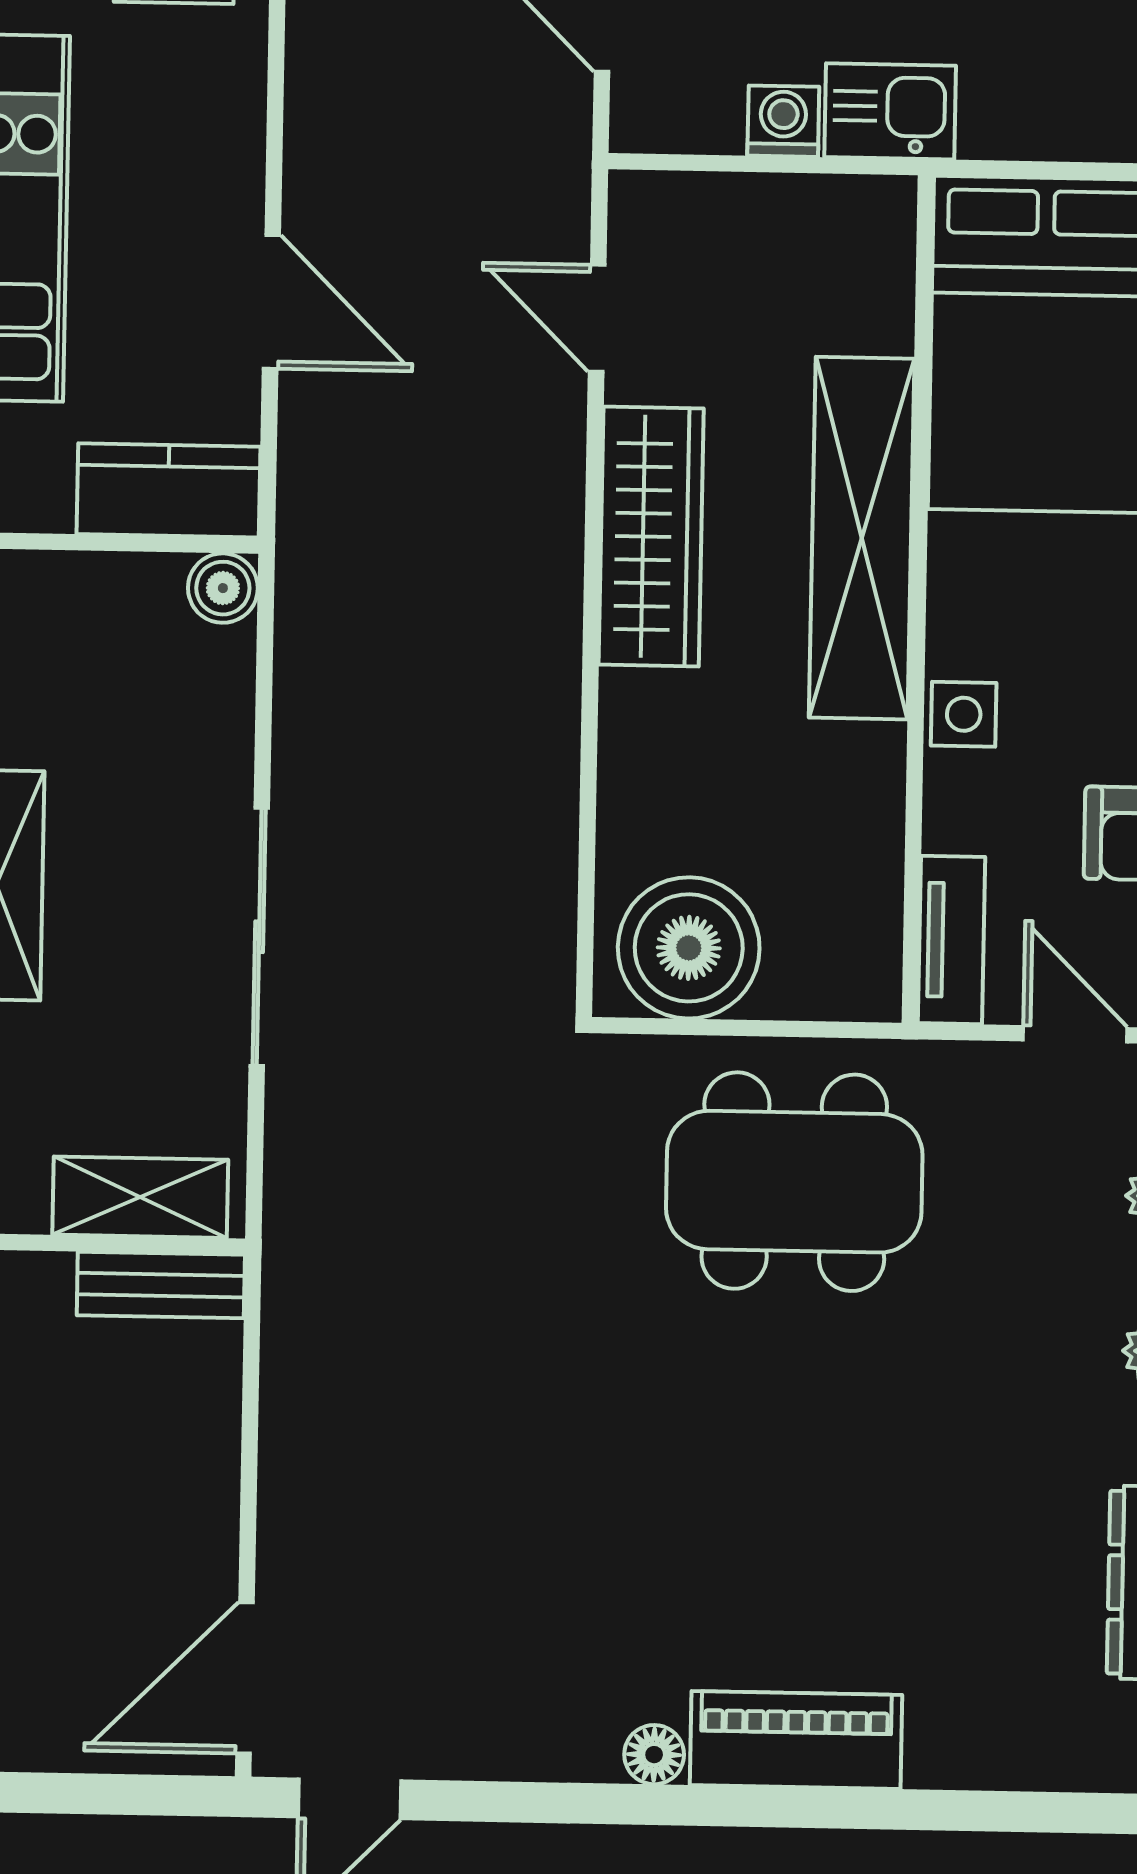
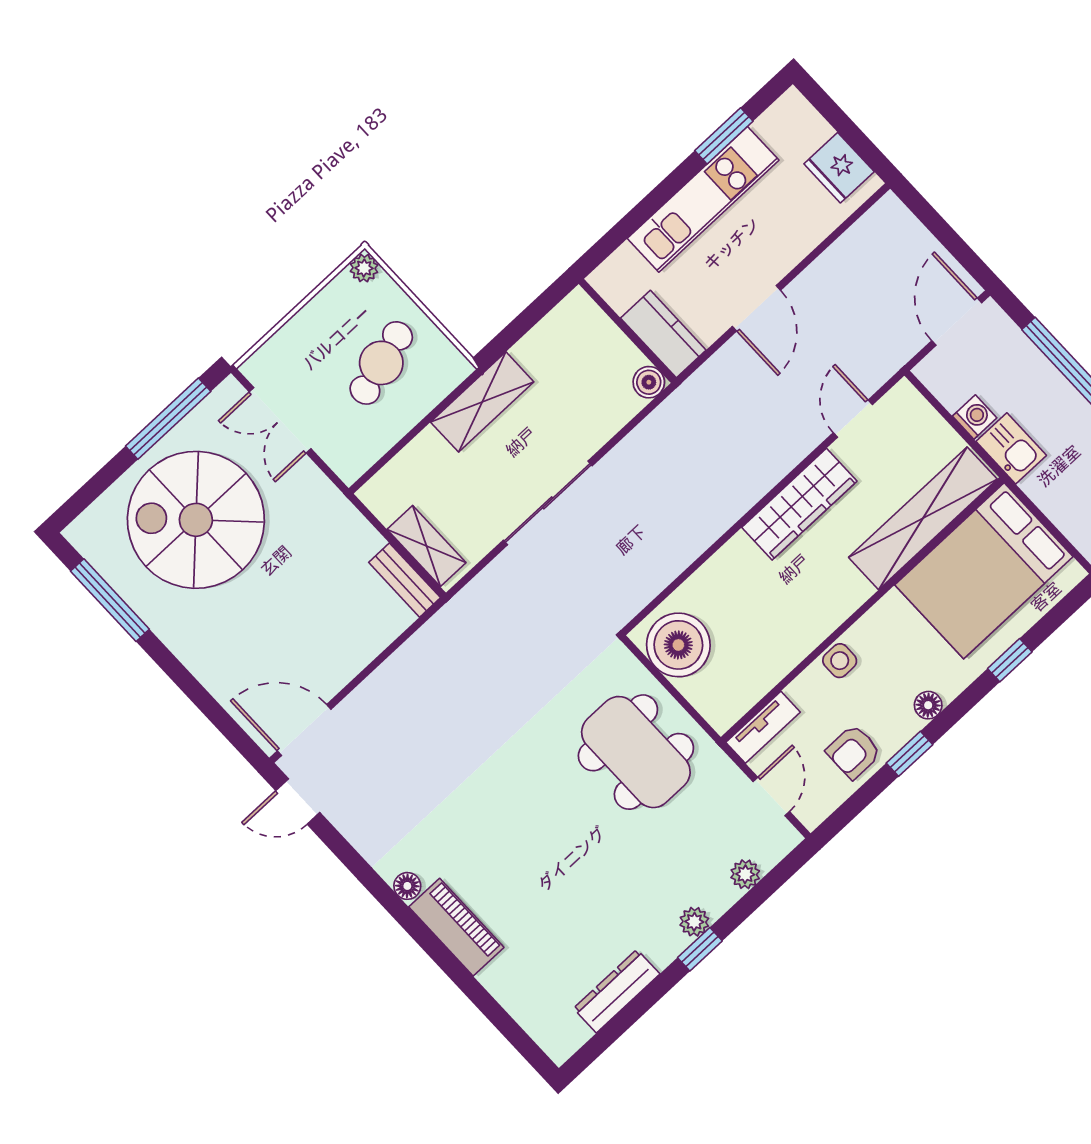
shelving: (862, 538) -> (923, 518), moved

